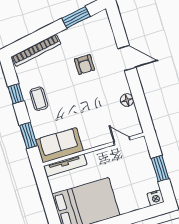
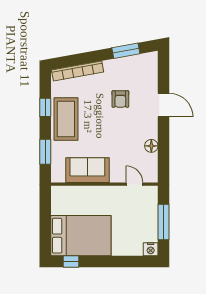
coffee table: (39, 99) -> (66, 119), width x1.86, depth x1.72
sofa: (59, 145) -> (87, 170), moved
tv unit: (65, 165) -> (72, 191), removed
window: (160, 168) -> (163, 222), width x1.44

